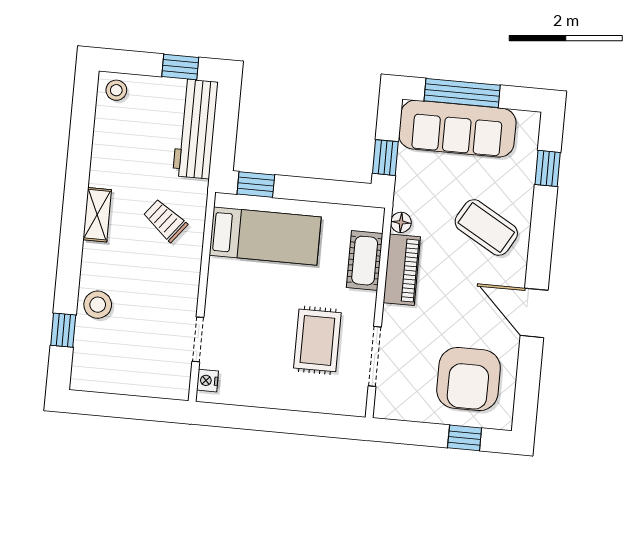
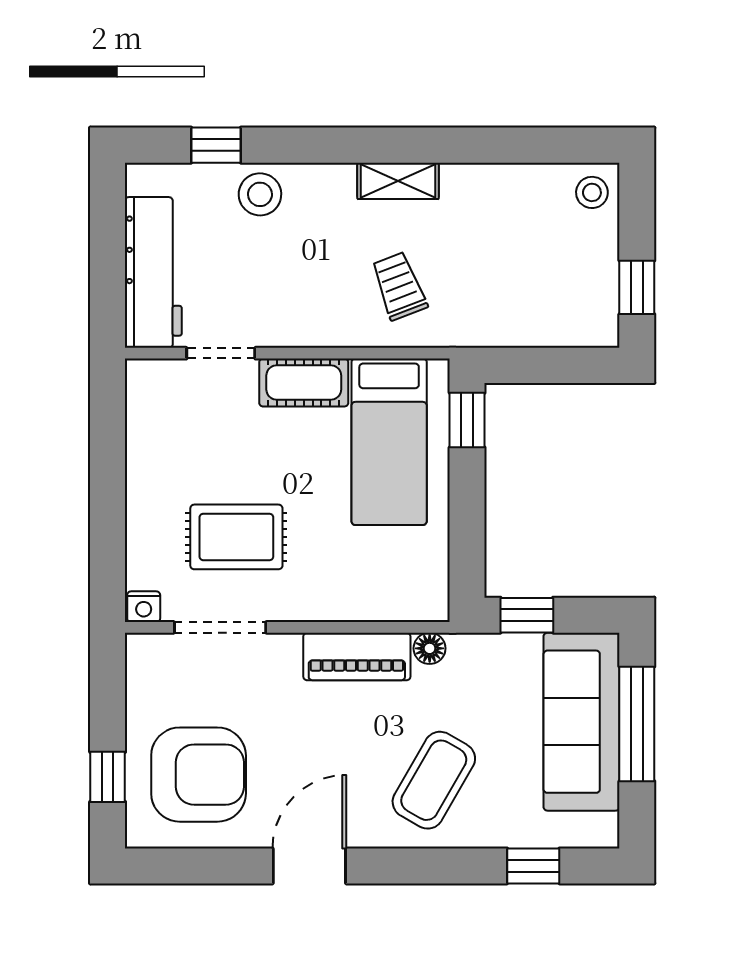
workbench: (196, 129) -> (153, 272), moved, turned 90
trolley: (165, 220) -> (399, 286), turned -59
cot: (365, 261) -> (304, 383), moved
armchair: (469, 379) -> (199, 775), turned 180
nightstand: (208, 381) -> (144, 607), moved, turned 180

